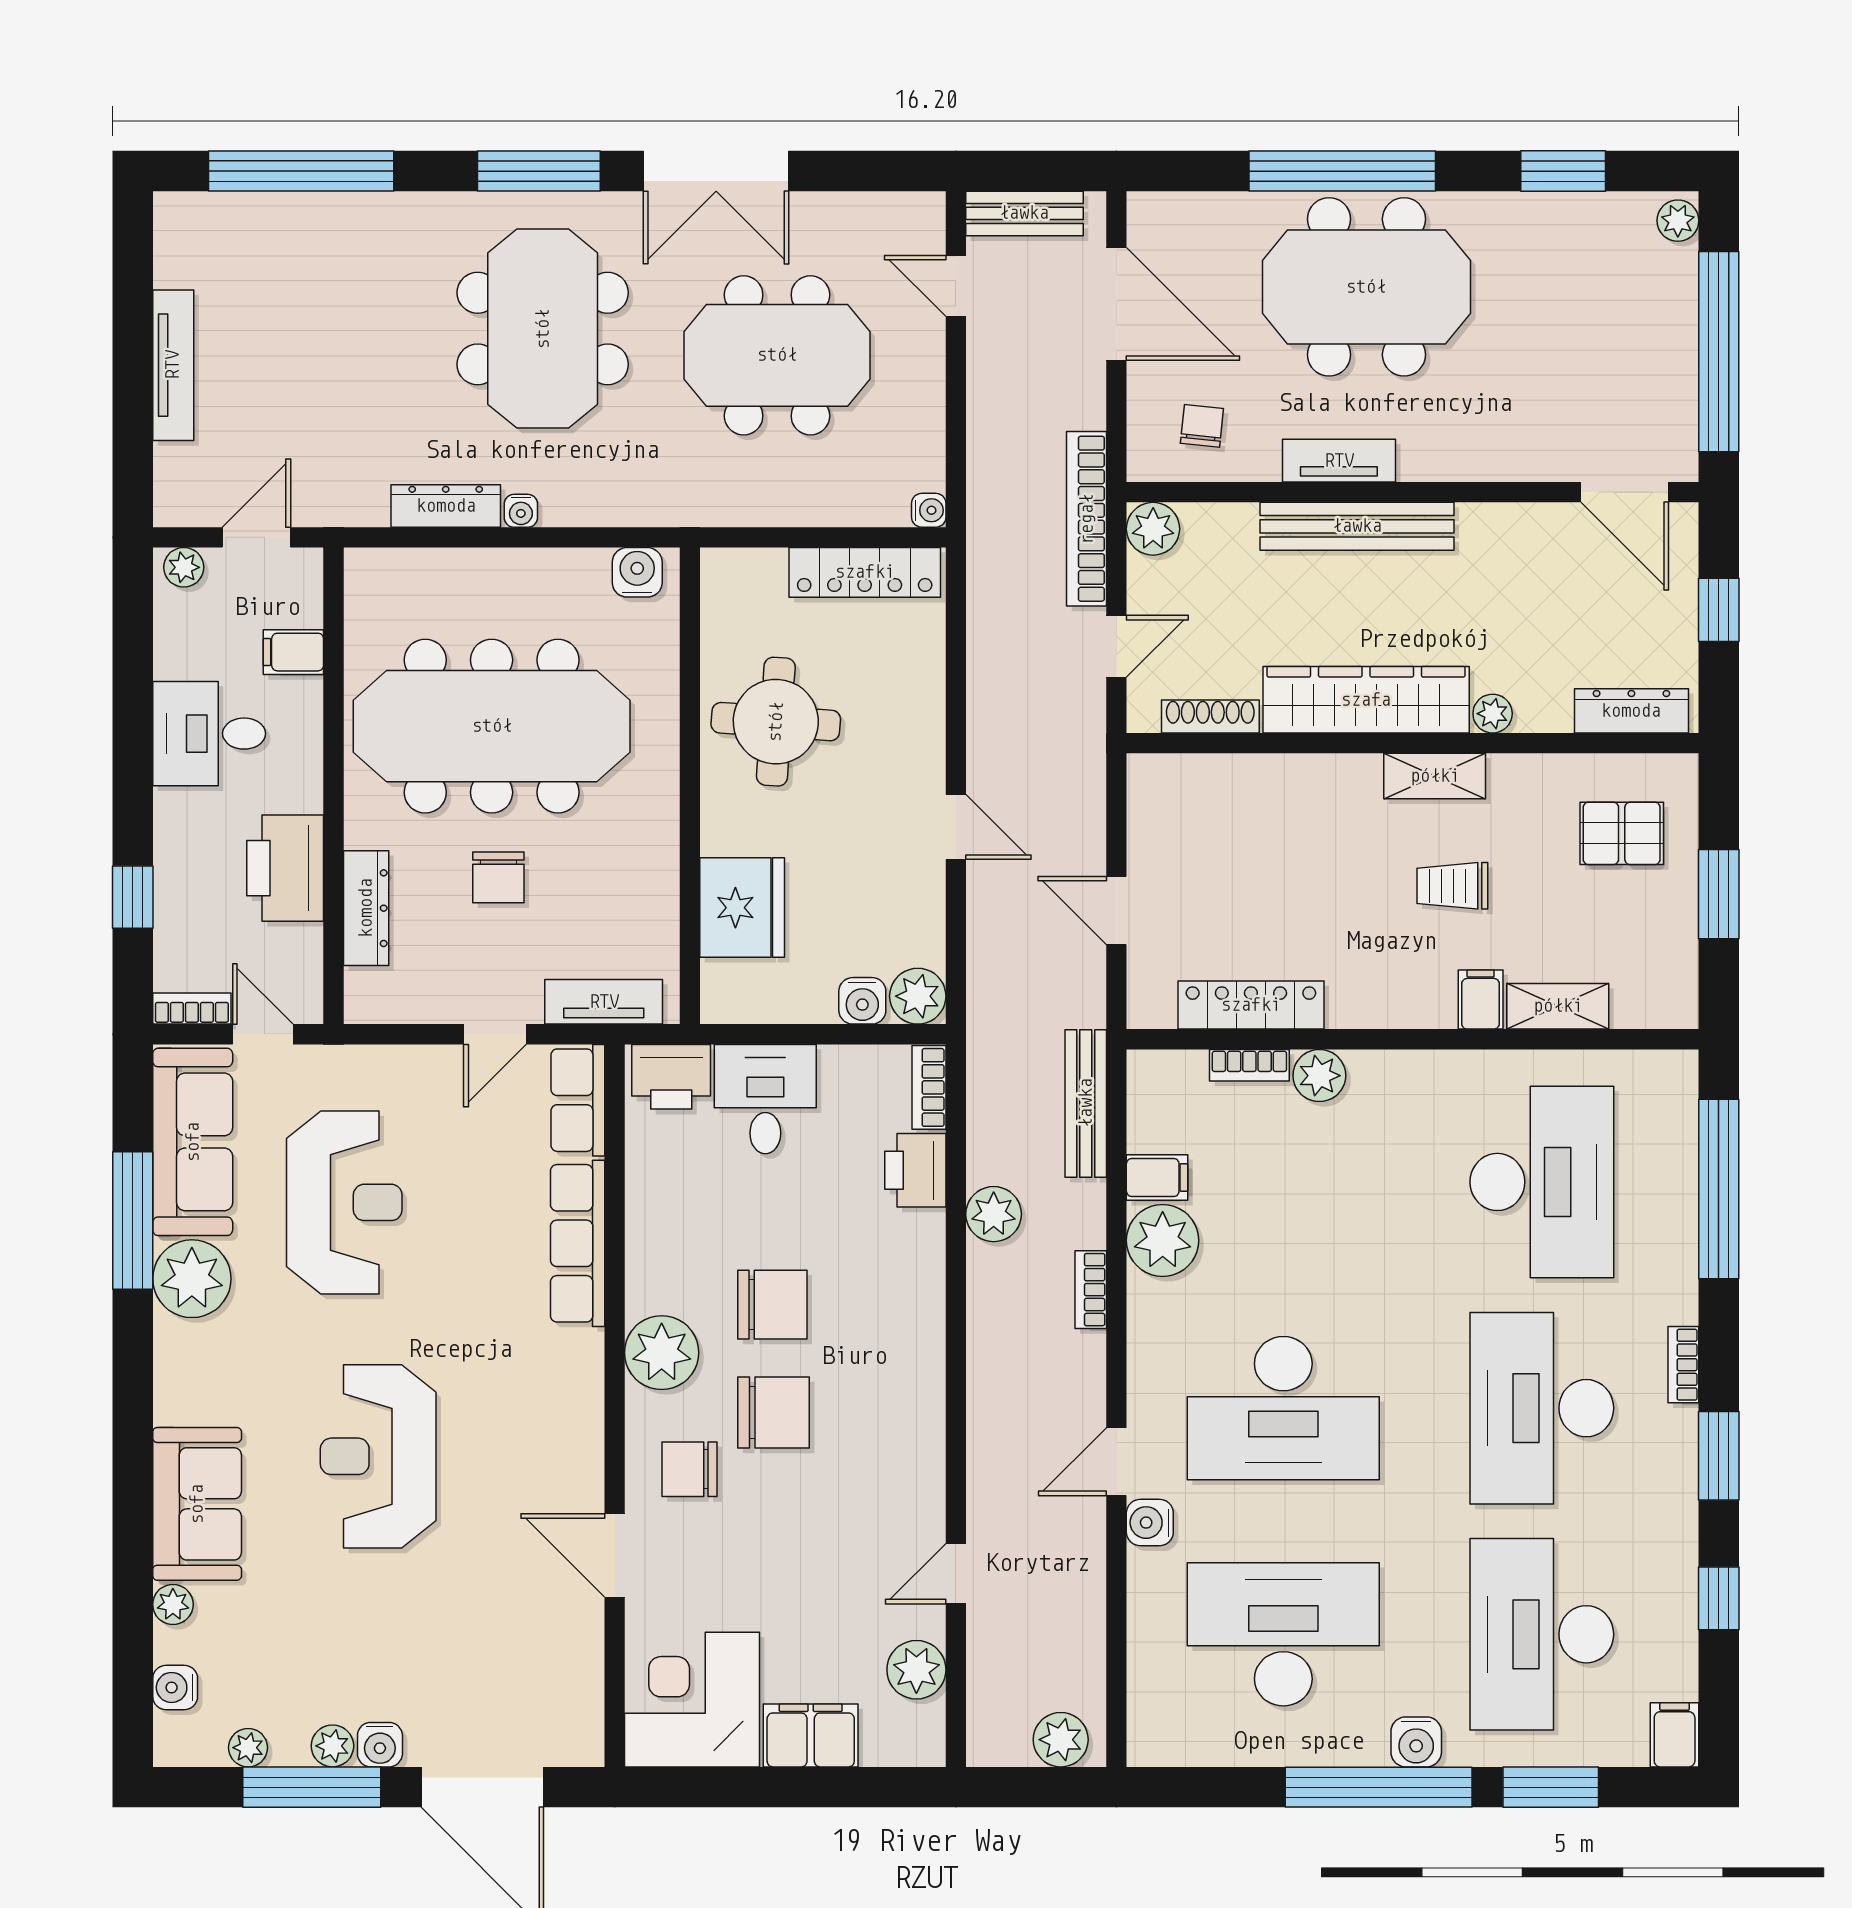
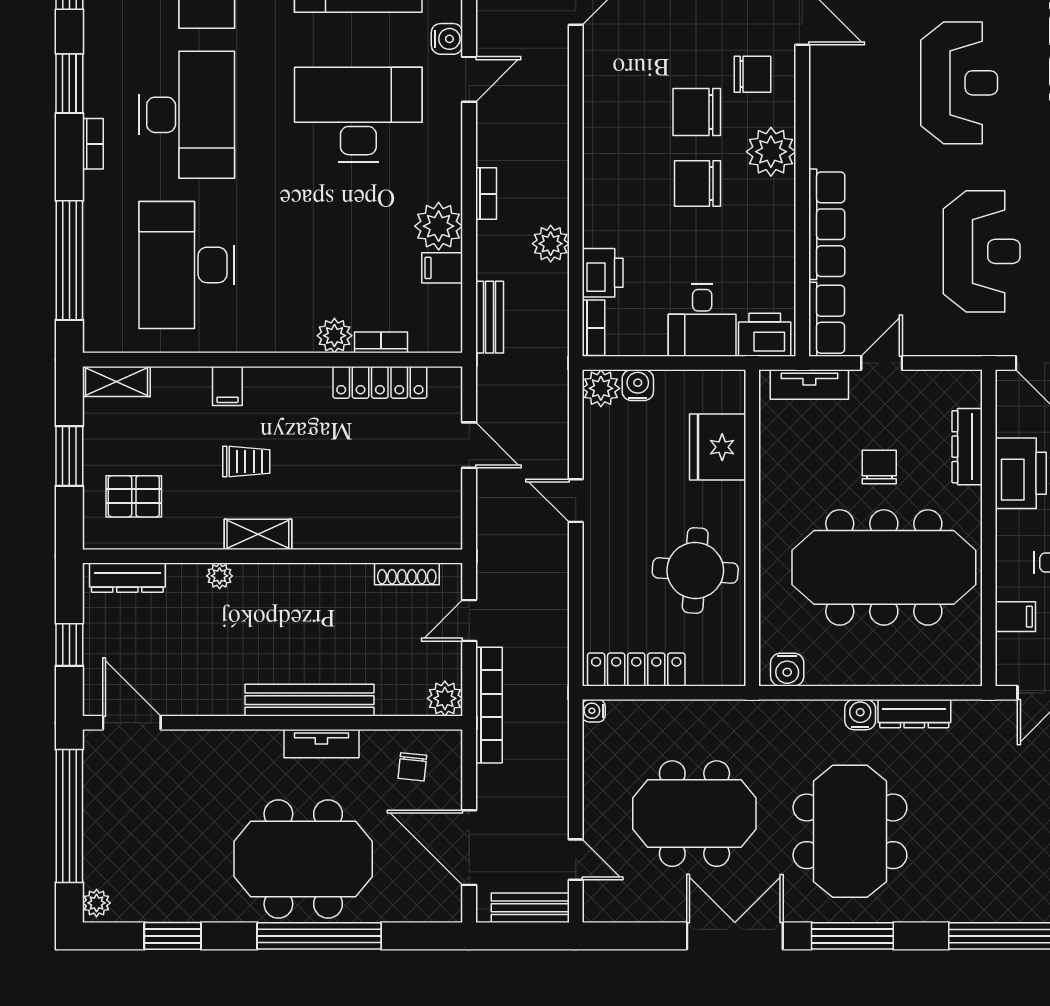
water cooler: (521, 511) -> (860, 715), width x1.38, depth x1.38
wardrobe: (1366, 700) -> (303, 585), removed
shelving: (1558, 1006) -> (116, 382), moved
bench: (1086, 1103) -> (490, 317), width x0.73
reception desk: (344, 1202) -> (982, 251), turned 180

